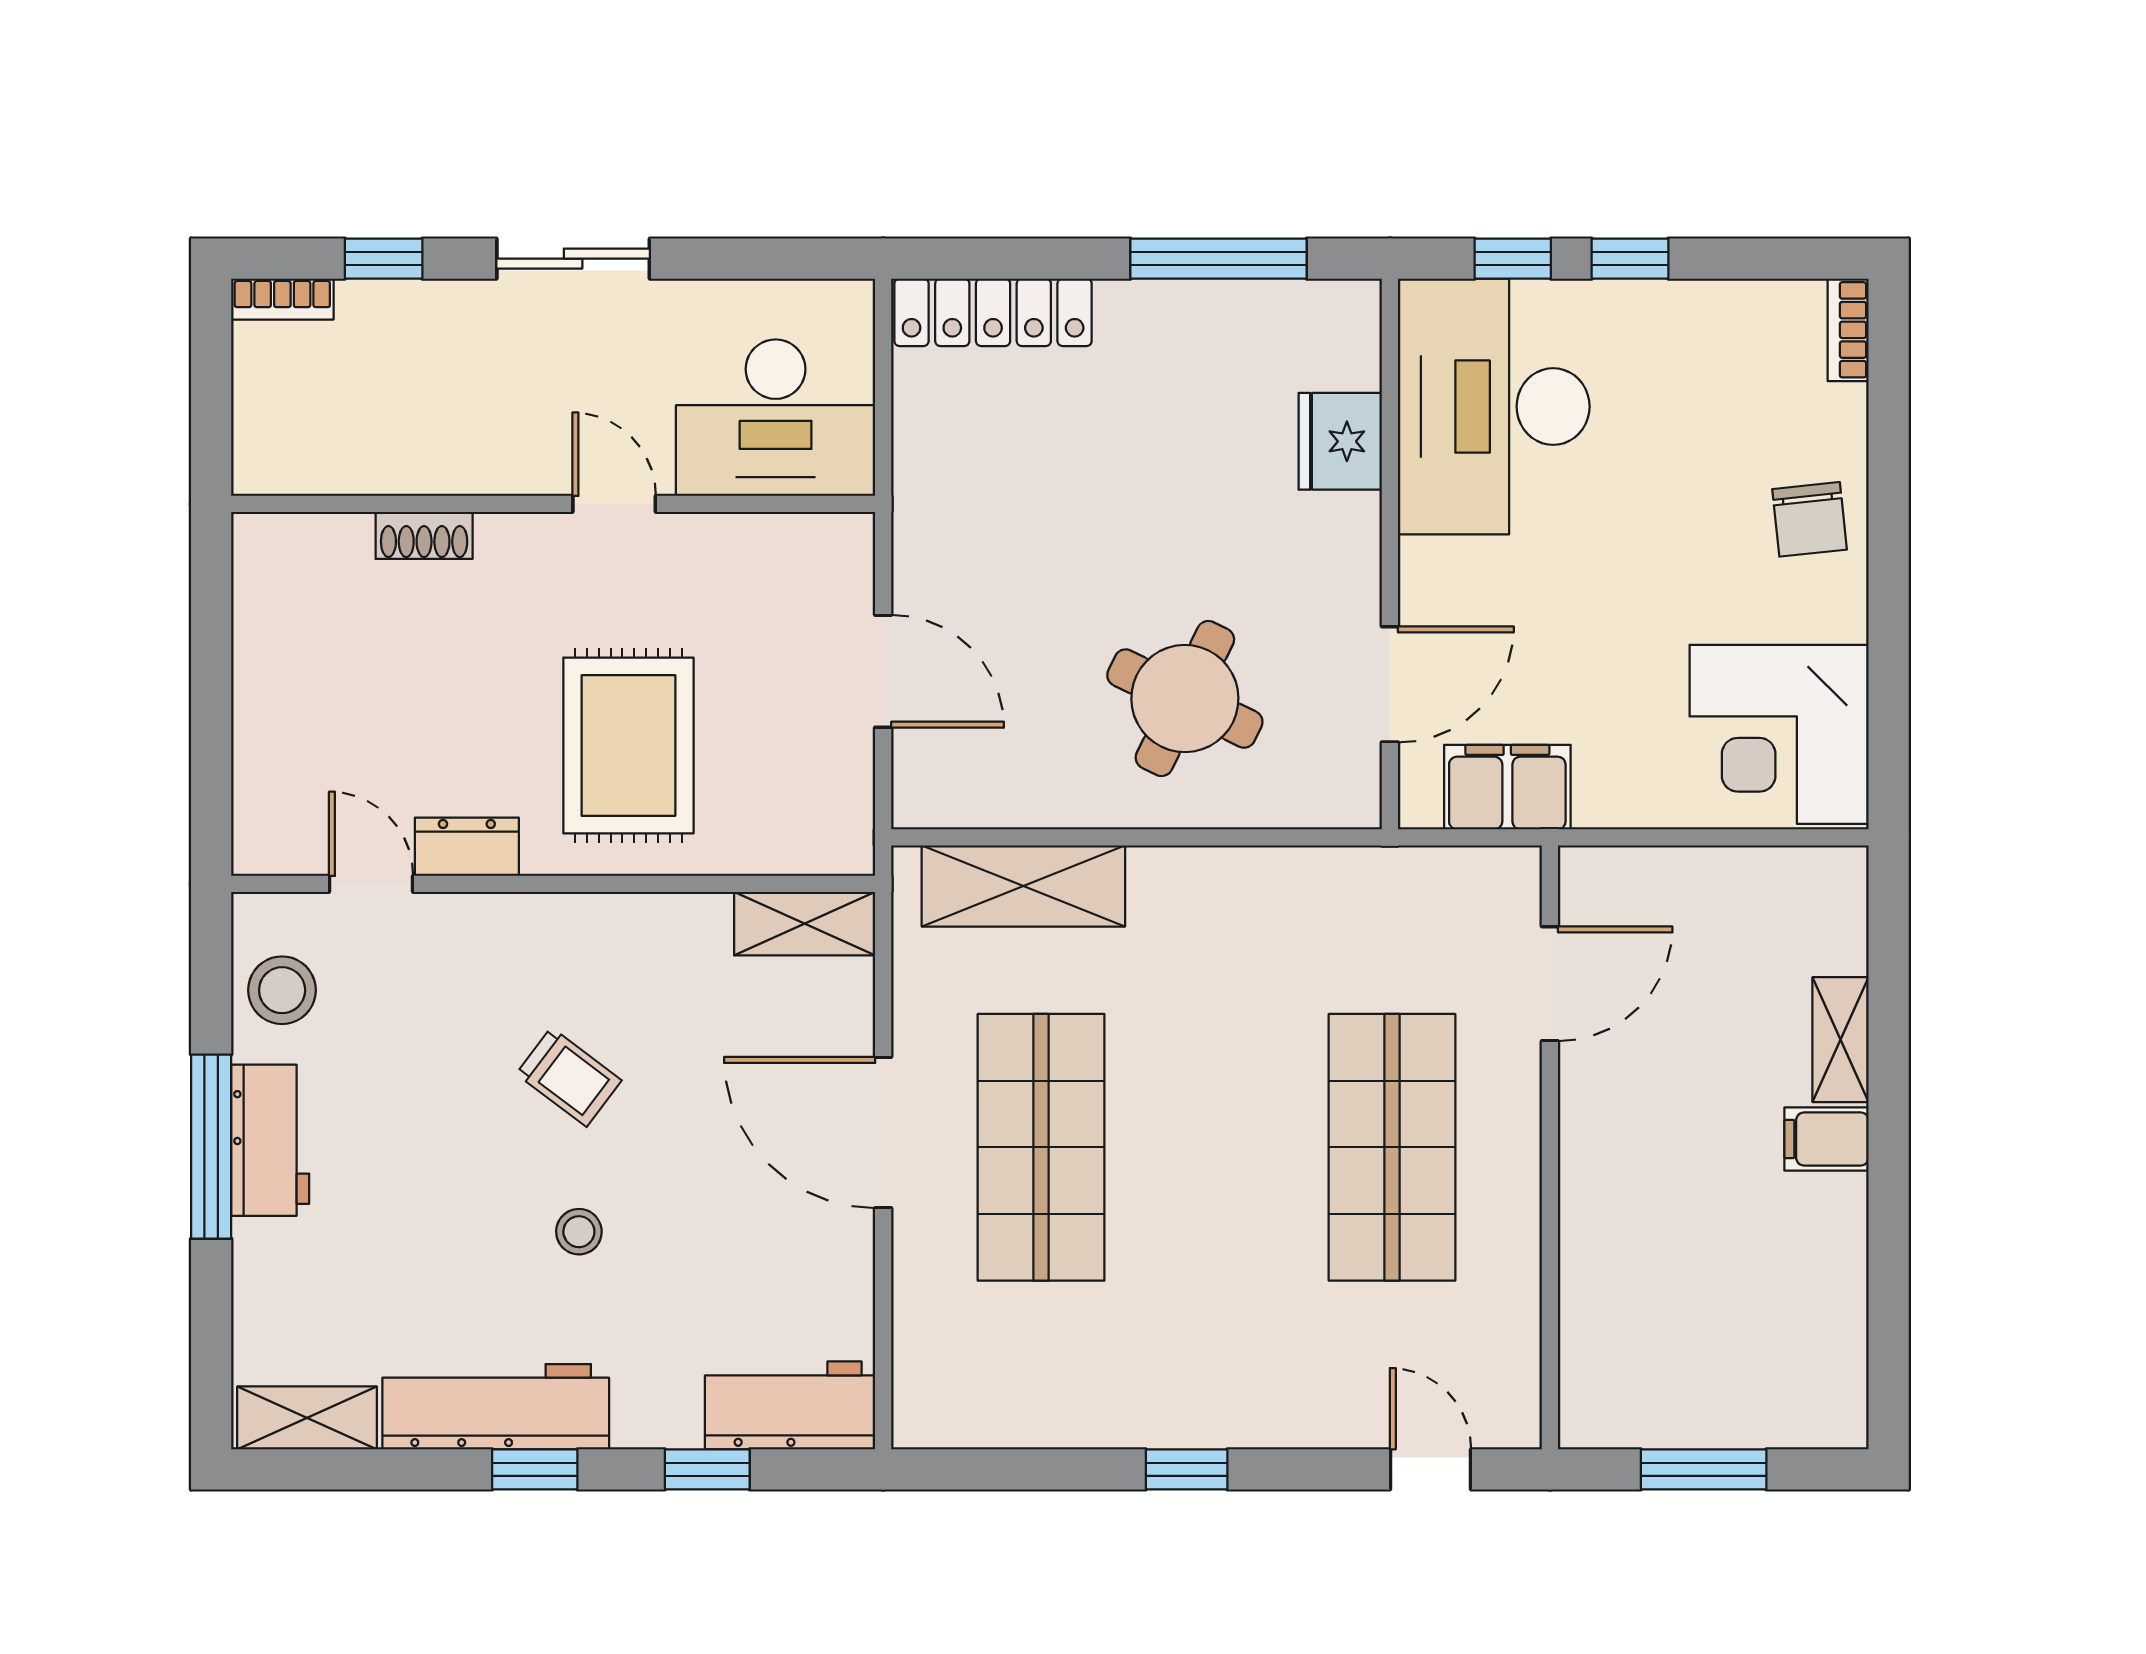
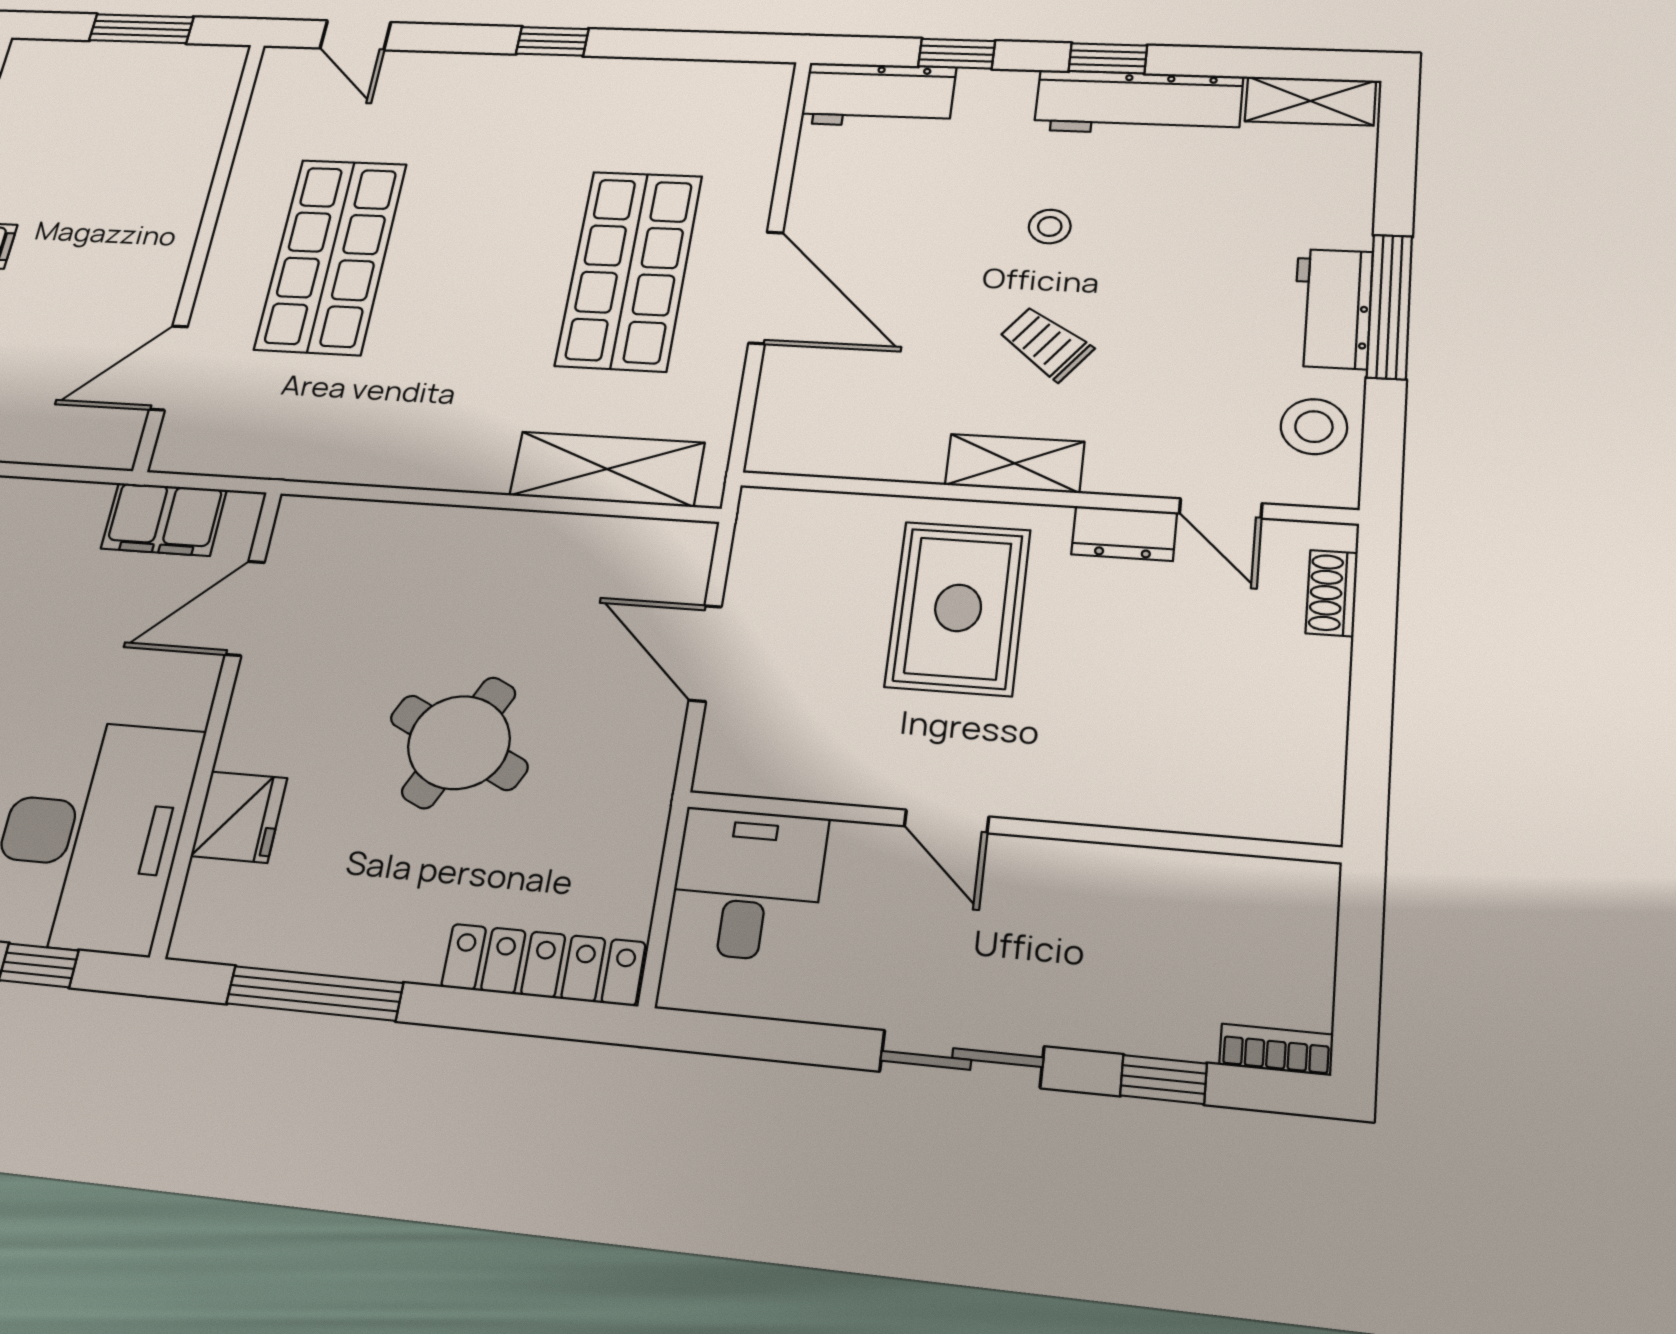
desk: (776, 418) -> (748, 884), width x0.73
shoe rack: (424, 535) -> (1332, 593), moved, turned -90
round table: (1185, 699) -> (459, 742), moved
shelving: (805, 924) -> (1015, 463), moved

